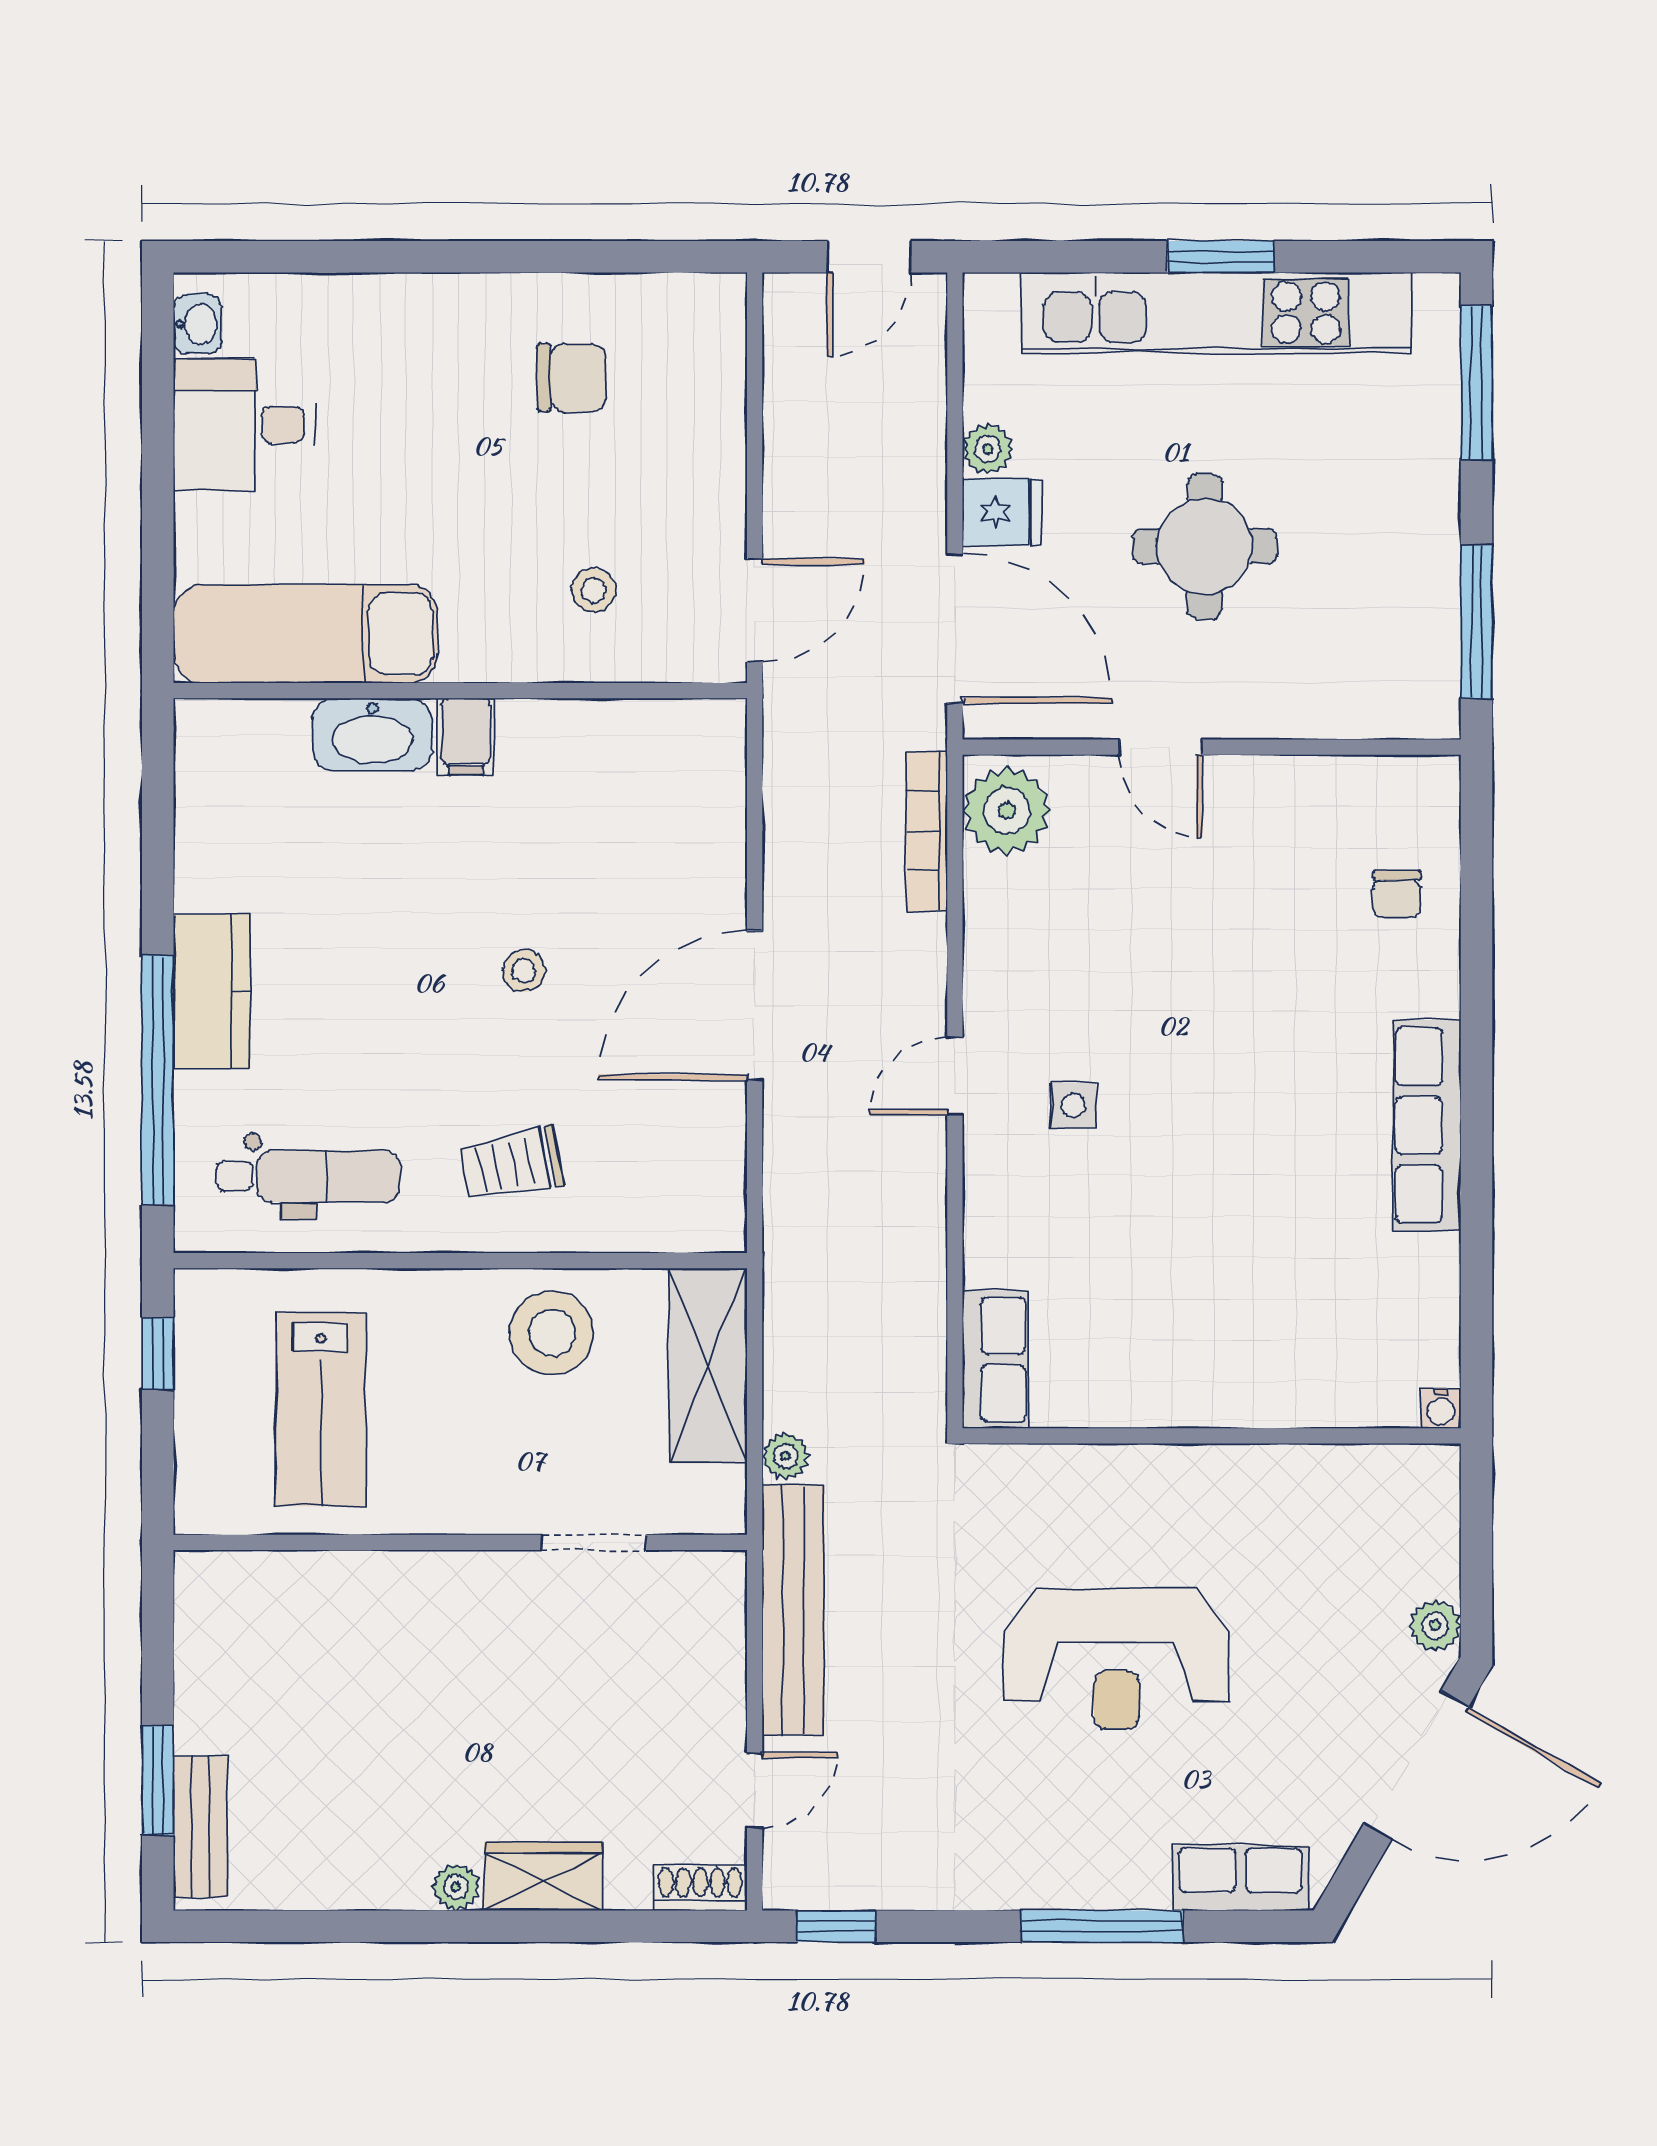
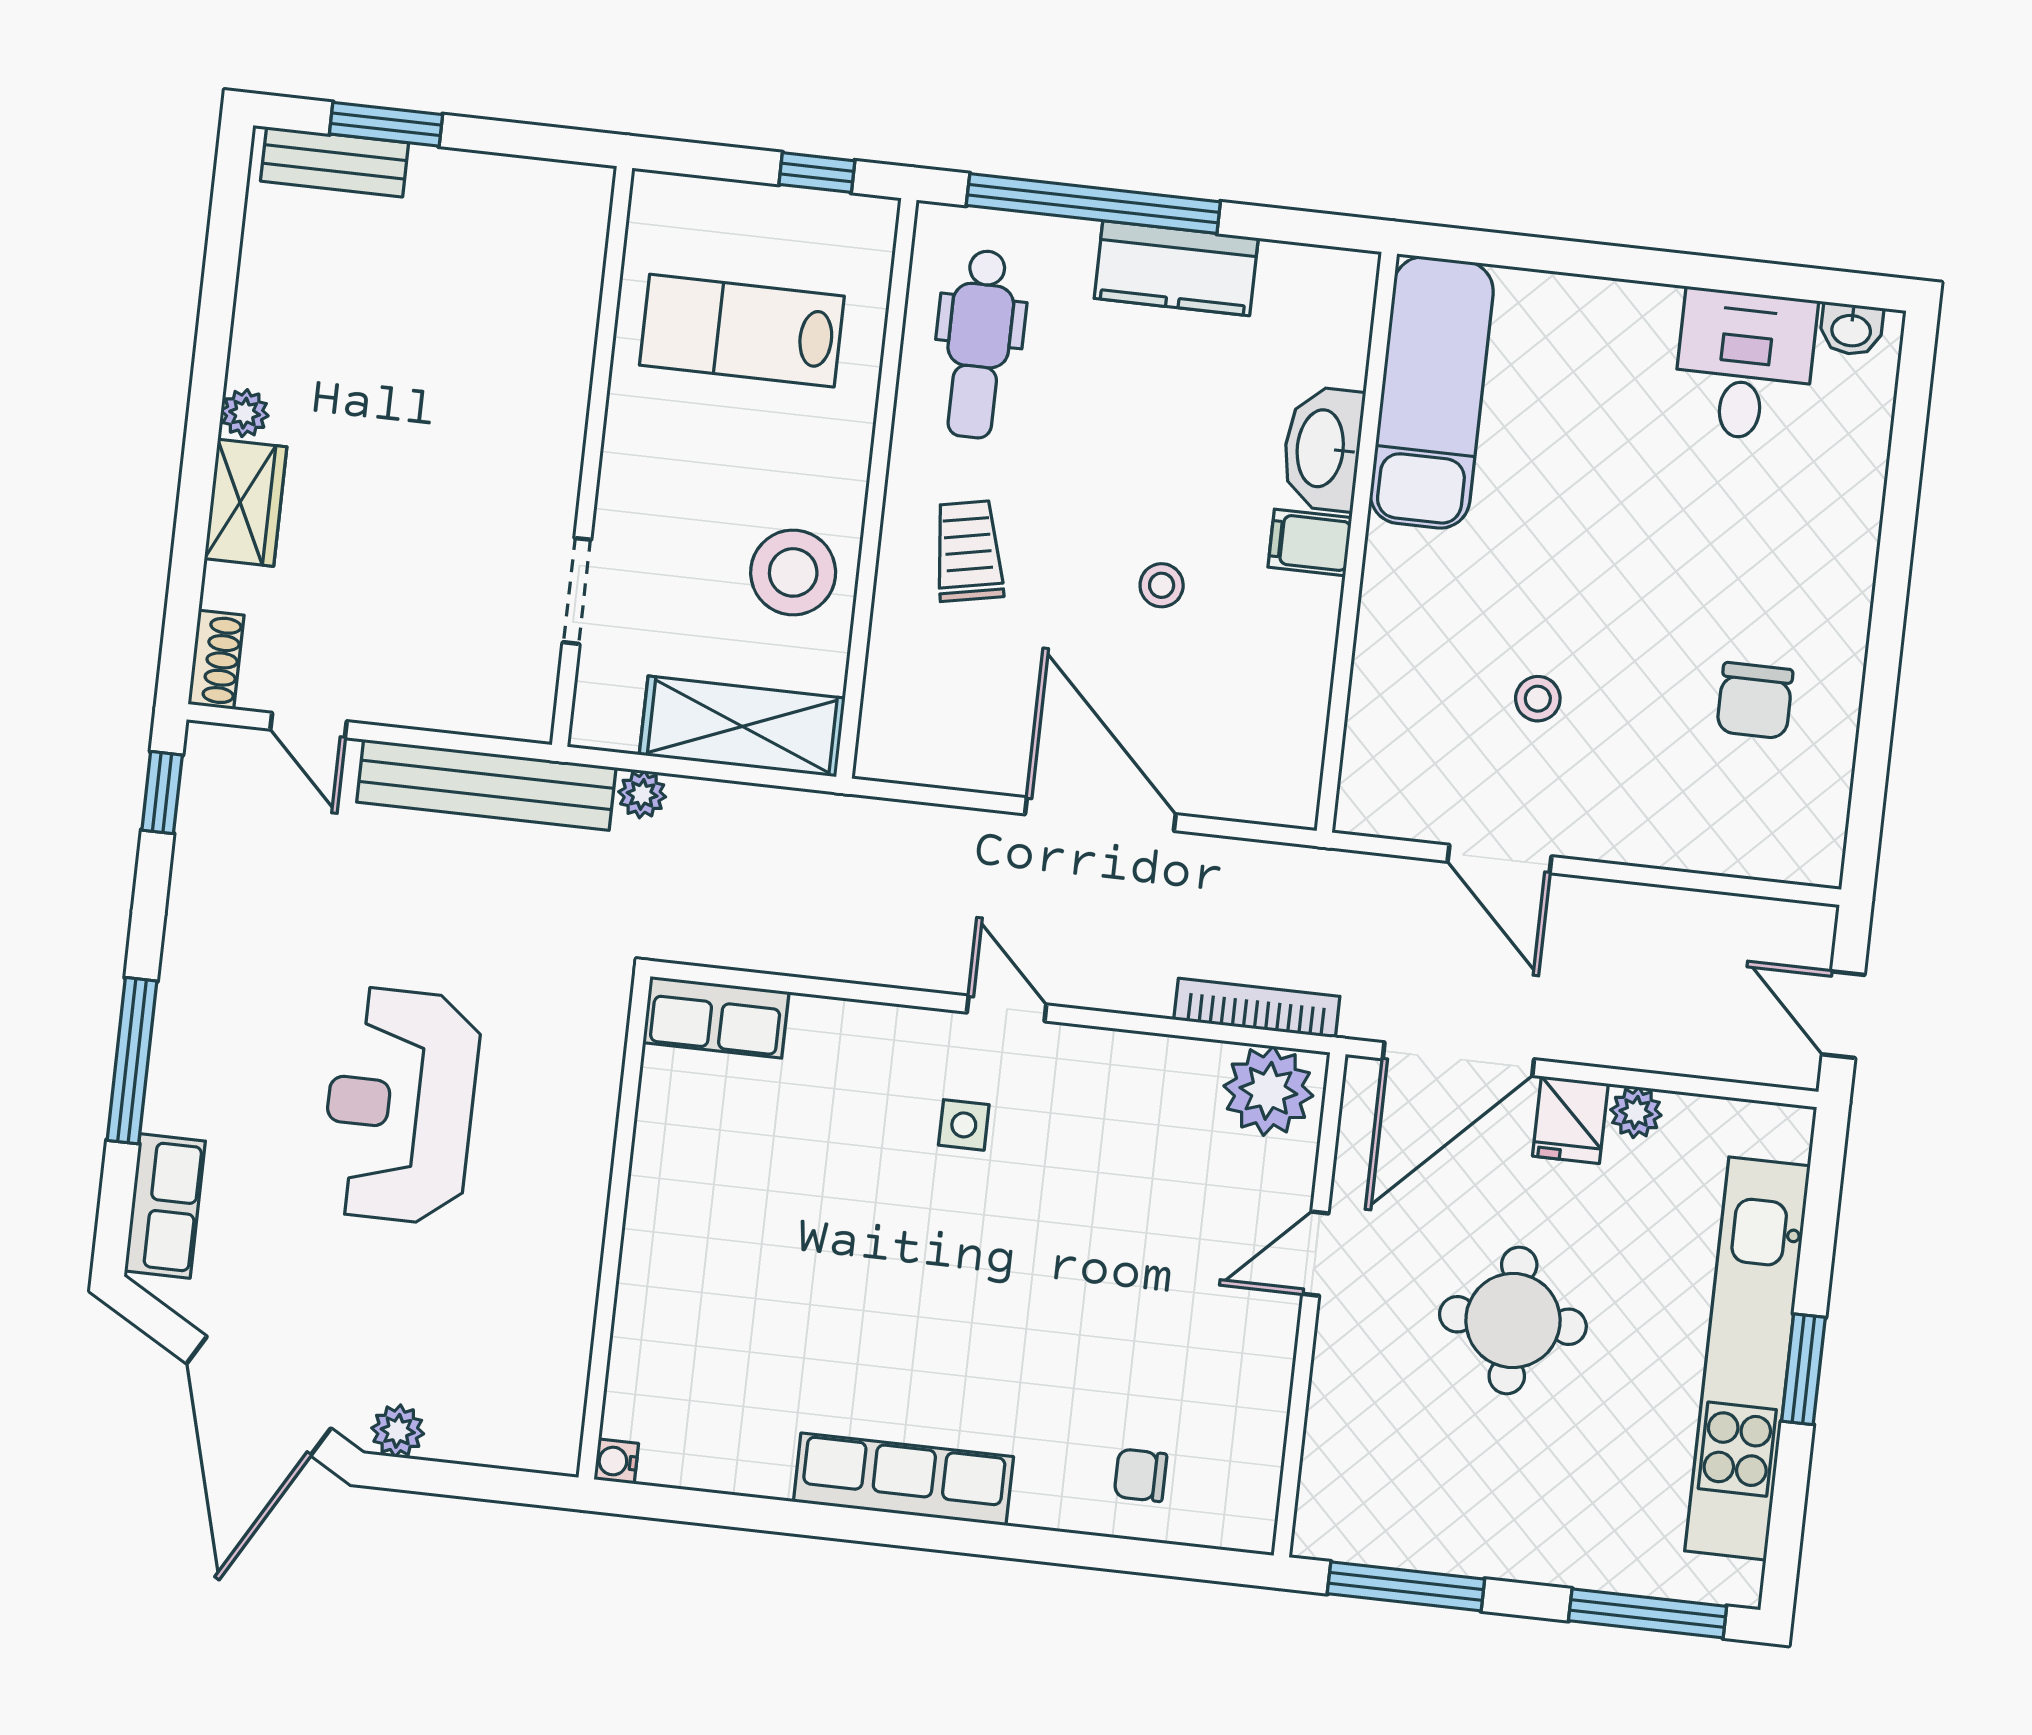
exam couch: (305, 634) -> (1432, 392), moved
wall: (460, 691) -> (1357, 542), moved
washbasin: (372, 735) -> (1322, 448), moved
filing cabinet: (466, 737) -> (1310, 542), moved

